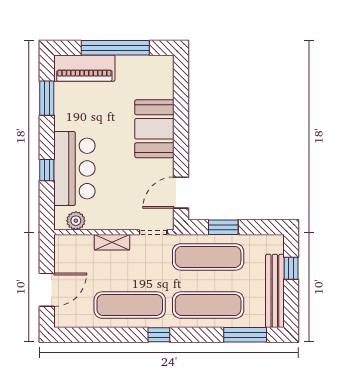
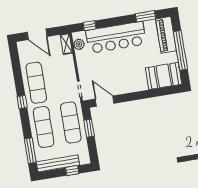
booth: (154, 129) -> (164, 76), moved
bar counter: (74, 168) -> (116, 37), width x1.36
window: (47, 170) -> (90, 26), moved
shelving: (112, 242) -> (66, 44), moved

